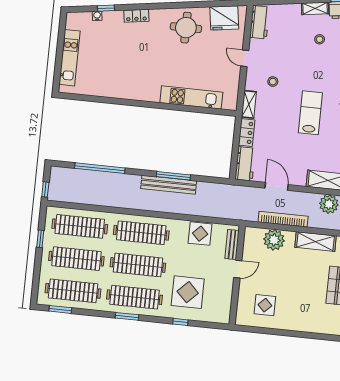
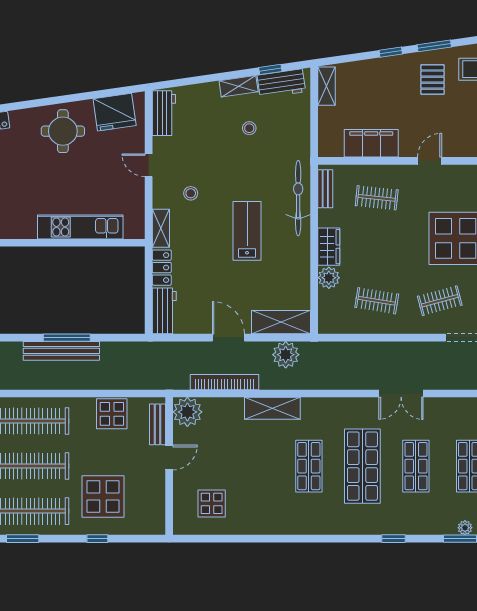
door: (277, 186) -> (228, 338), moved
plant: (274, 240) -> (187, 412), moved

